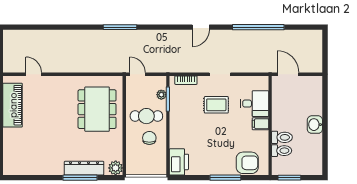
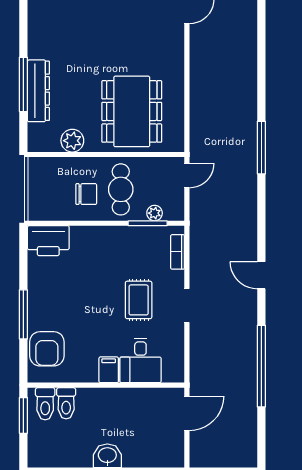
dining table: (97, 109) -> (132, 111), turned 90
toilet: (282, 137) -> (45, 404), moved
plant: (116, 168) -> (72, 141), moved

